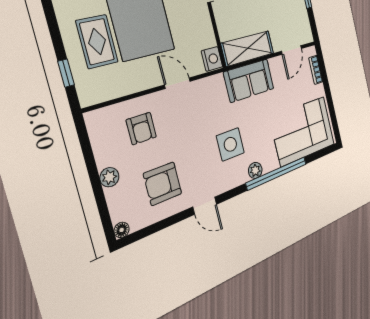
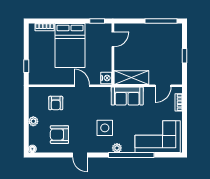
rug: (97, 42) -> (45, 55), removed

